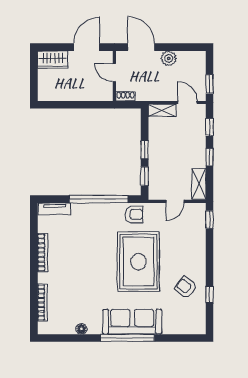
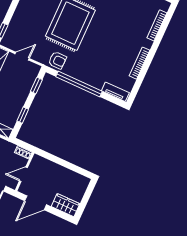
door: (114, 72) -> (23, 174), swing flipped
window: (145, 150) -> (23, 115), moved
armchair: (134, 214) -> (57, 60), turned 180

